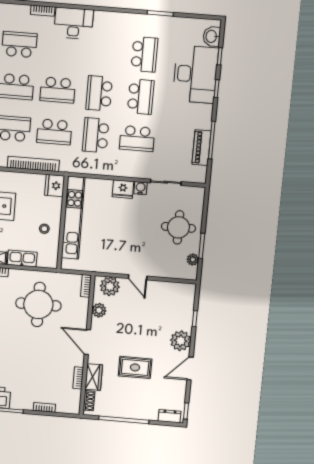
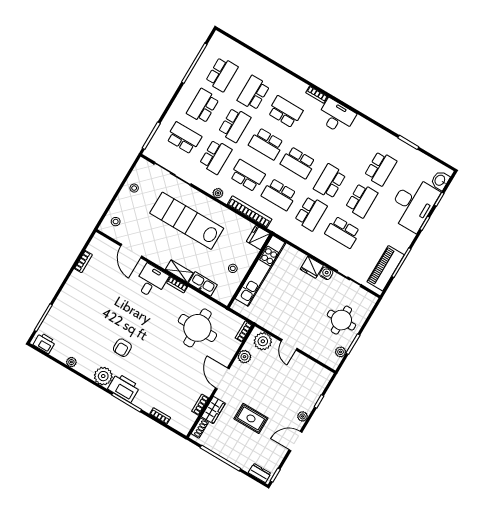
school desk: (96, 135) -> (311, 213), turned 180
piano: (201, 148) -> (386, 268), width x1.37, depth x1.33
plant: (181, 341) -> (303, 416), width x0.53, depth x0.53

